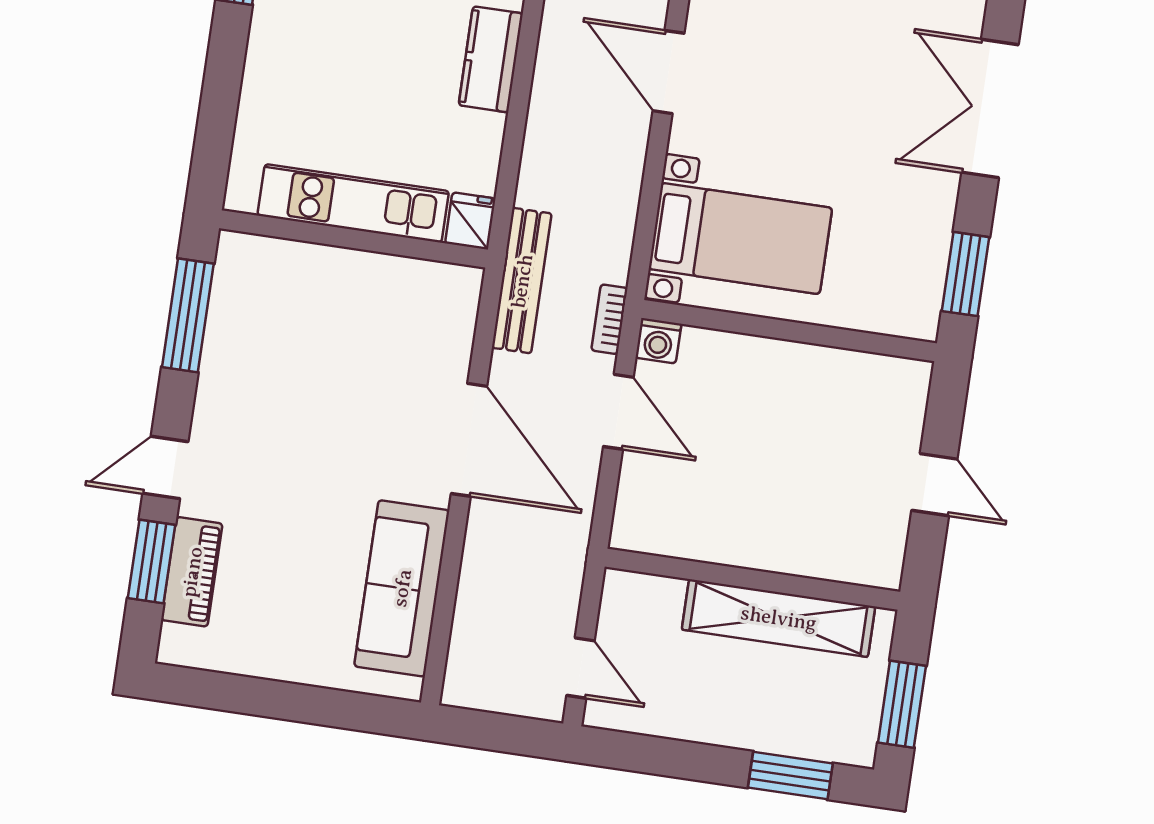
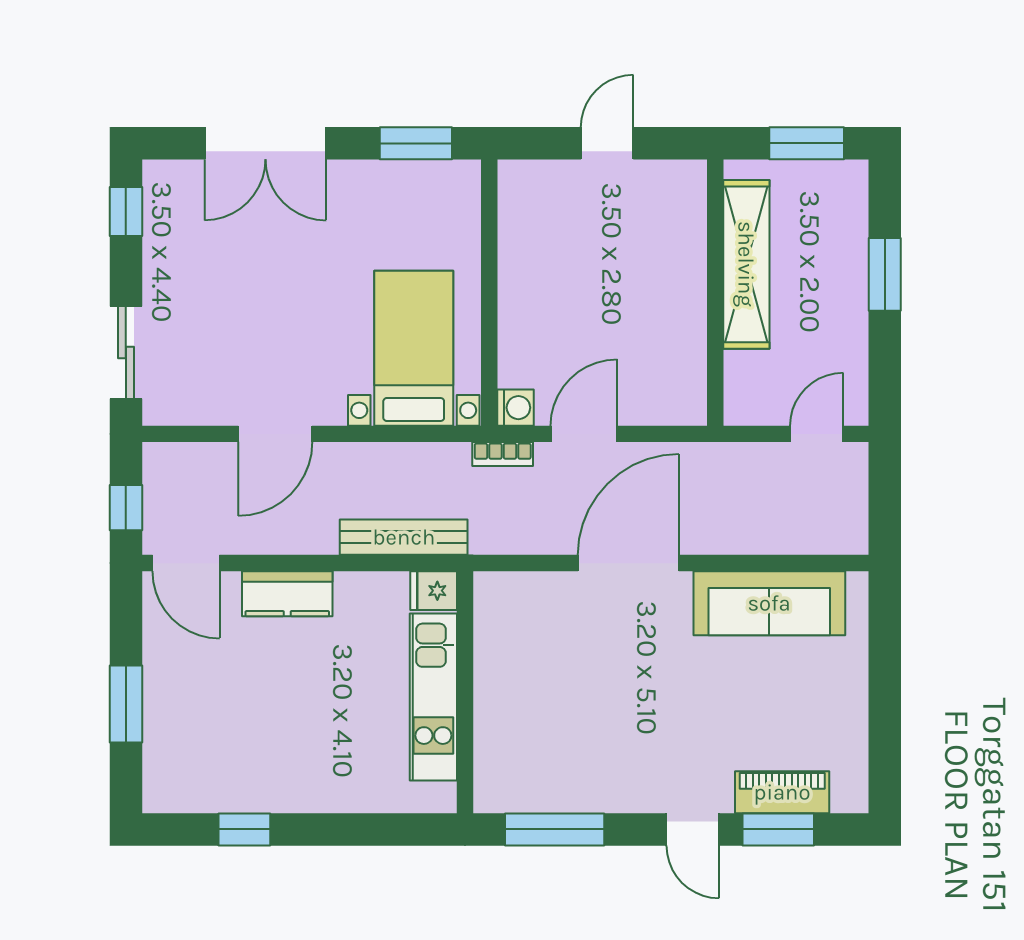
bench: (522, 281) -> (404, 537), moved
window: (790, 775) -> (885, 274), moved

